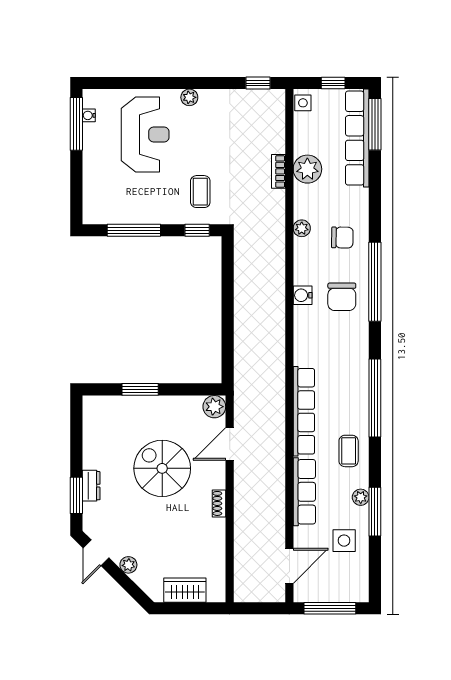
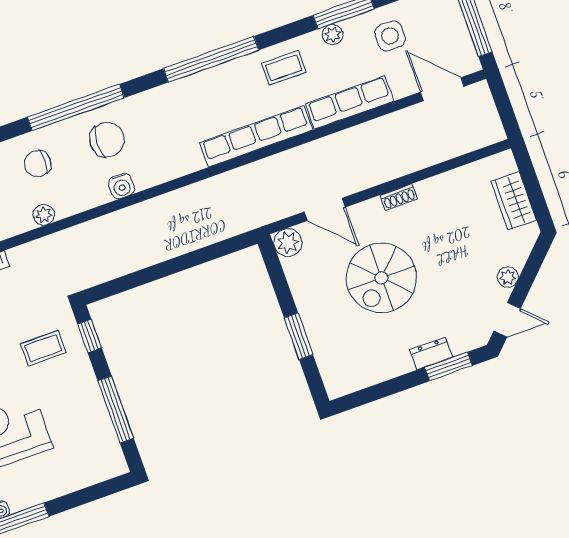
chair: (342, 238) -> (38, 164), turned -91

